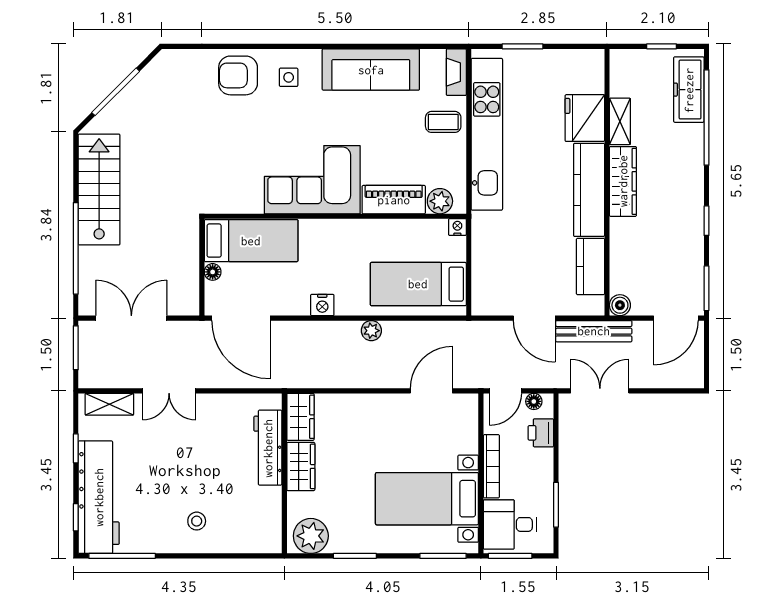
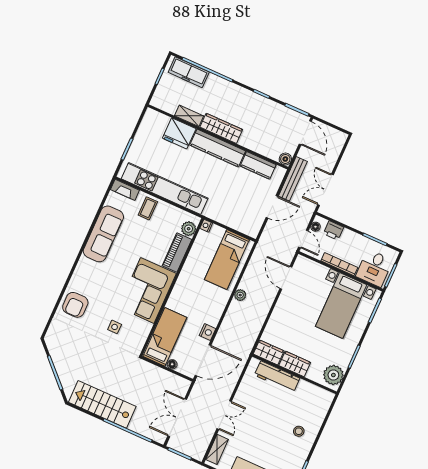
side table: (289, 77) -> (115, 327), moved
nightstand: (322, 305) -> (207, 332), moved

